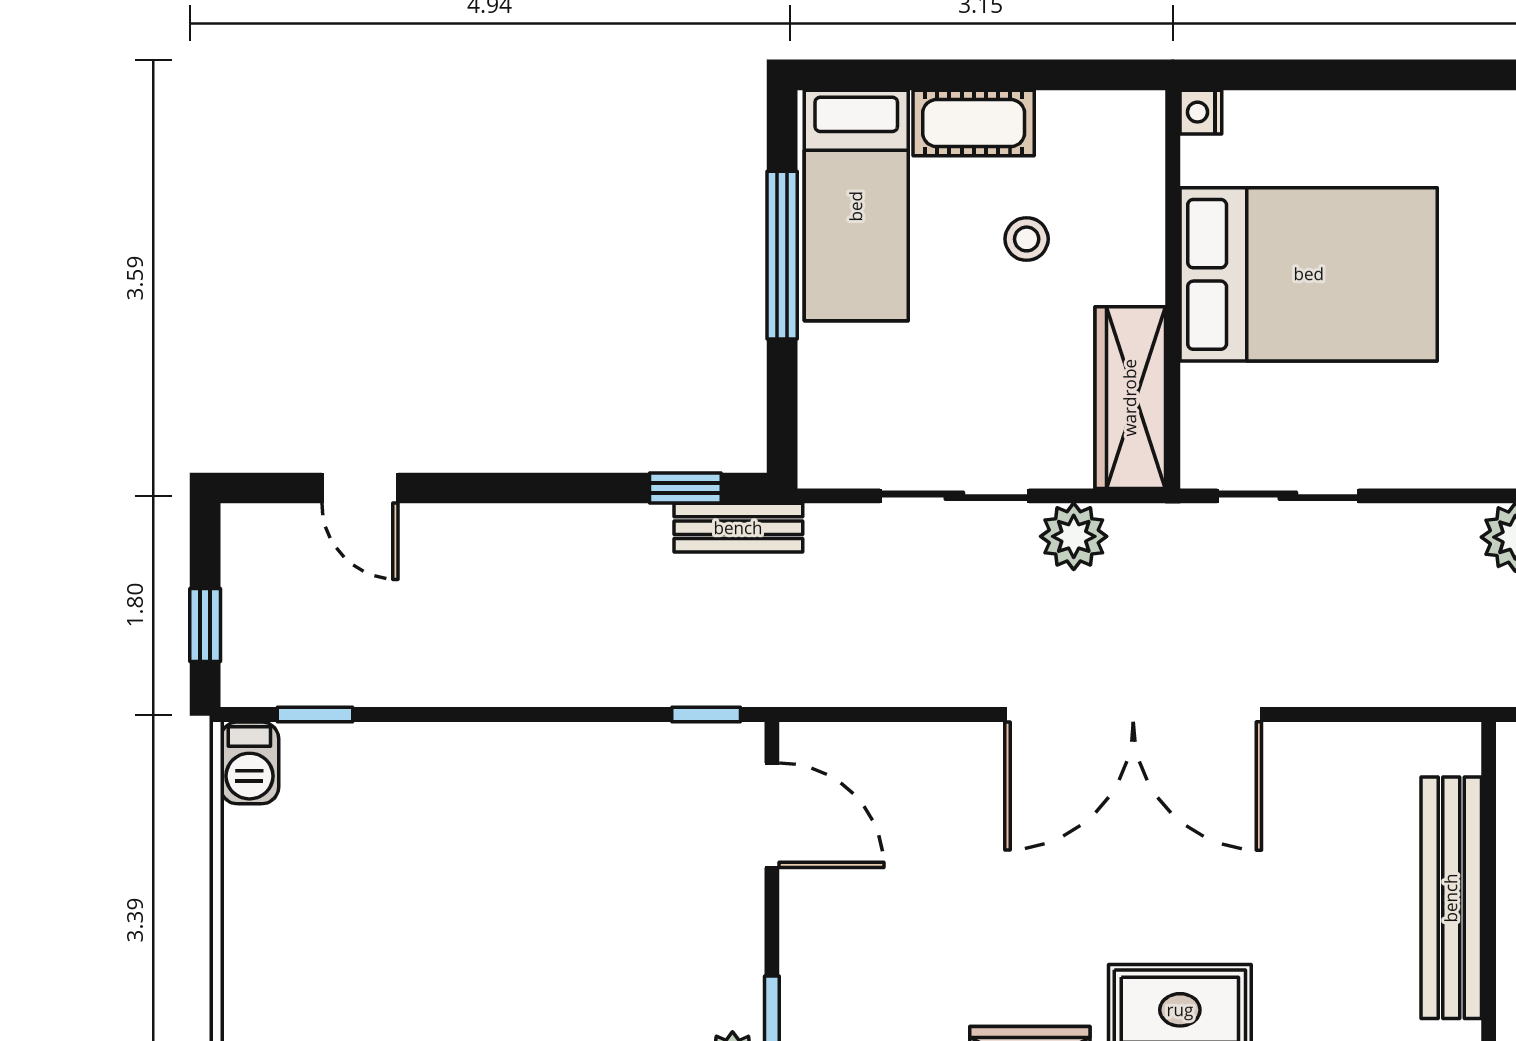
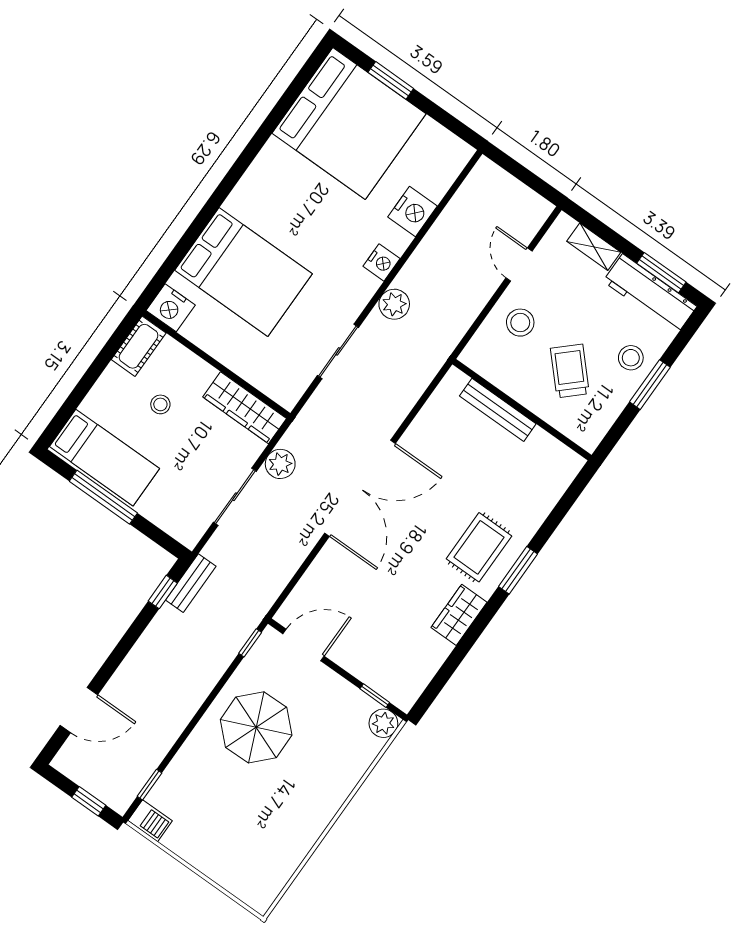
nightstand: (1201, 112) -> (171, 308), width x1.89, depth x1.79
cot: (974, 123) -> (139, 346), moved
bed: (1309, 274) -> (243, 272), moved, turned 90
door: (360, 488) -> (79, 710), width x1.38
sliding door: (1288, 496) -> (338, 351), moved
parasol: (559, 836) -> (256, 727), added
bench: (1451, 898) -> (498, 410), width x0.73, depth x0.82

